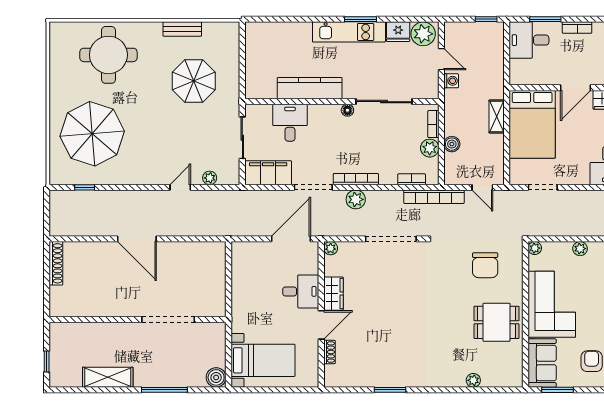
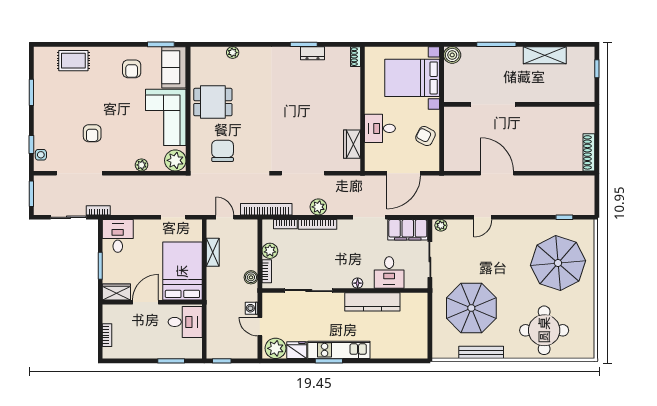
bookcase: (577, 28) -> (144, 354), removed
bench: (182, 29) -> (481, 352), width x1.36
desk: (529, 40) -> (185, 322), moved
parasol: (194, 81) -> (471, 308), width x1.36, depth x1.36
floor lamp: (347, 110) -> (358, 283), moved
shelving: (497, 116) -> (213, 252), moved
boiler: (452, 144) -> (251, 277), moved
plant: (210, 178) -> (441, 225), moved
bookcase: (356, 179) -> (317, 224), moved
plant: (356, 199) -> (318, 207), moved
door: (137, 239) -> (497, 173), moved
door: (291, 239) -> (404, 173), moved
plant: (331, 248) -> (354, 165), removed
plant: (535, 248) -> (175, 160), width x1.87, depth x1.87
armchair: (247, 282) -> (426, 136), added
wardrobe: (333, 294) -> (352, 144), moved
door: (321, 325) -> (362, 100), removed
shoe rack: (330, 352) -> (355, 57), moved
bed with nightstands: (263, 360) -> (412, 78), width x1.36
dresser: (380, 379) -> (313, 53), added

